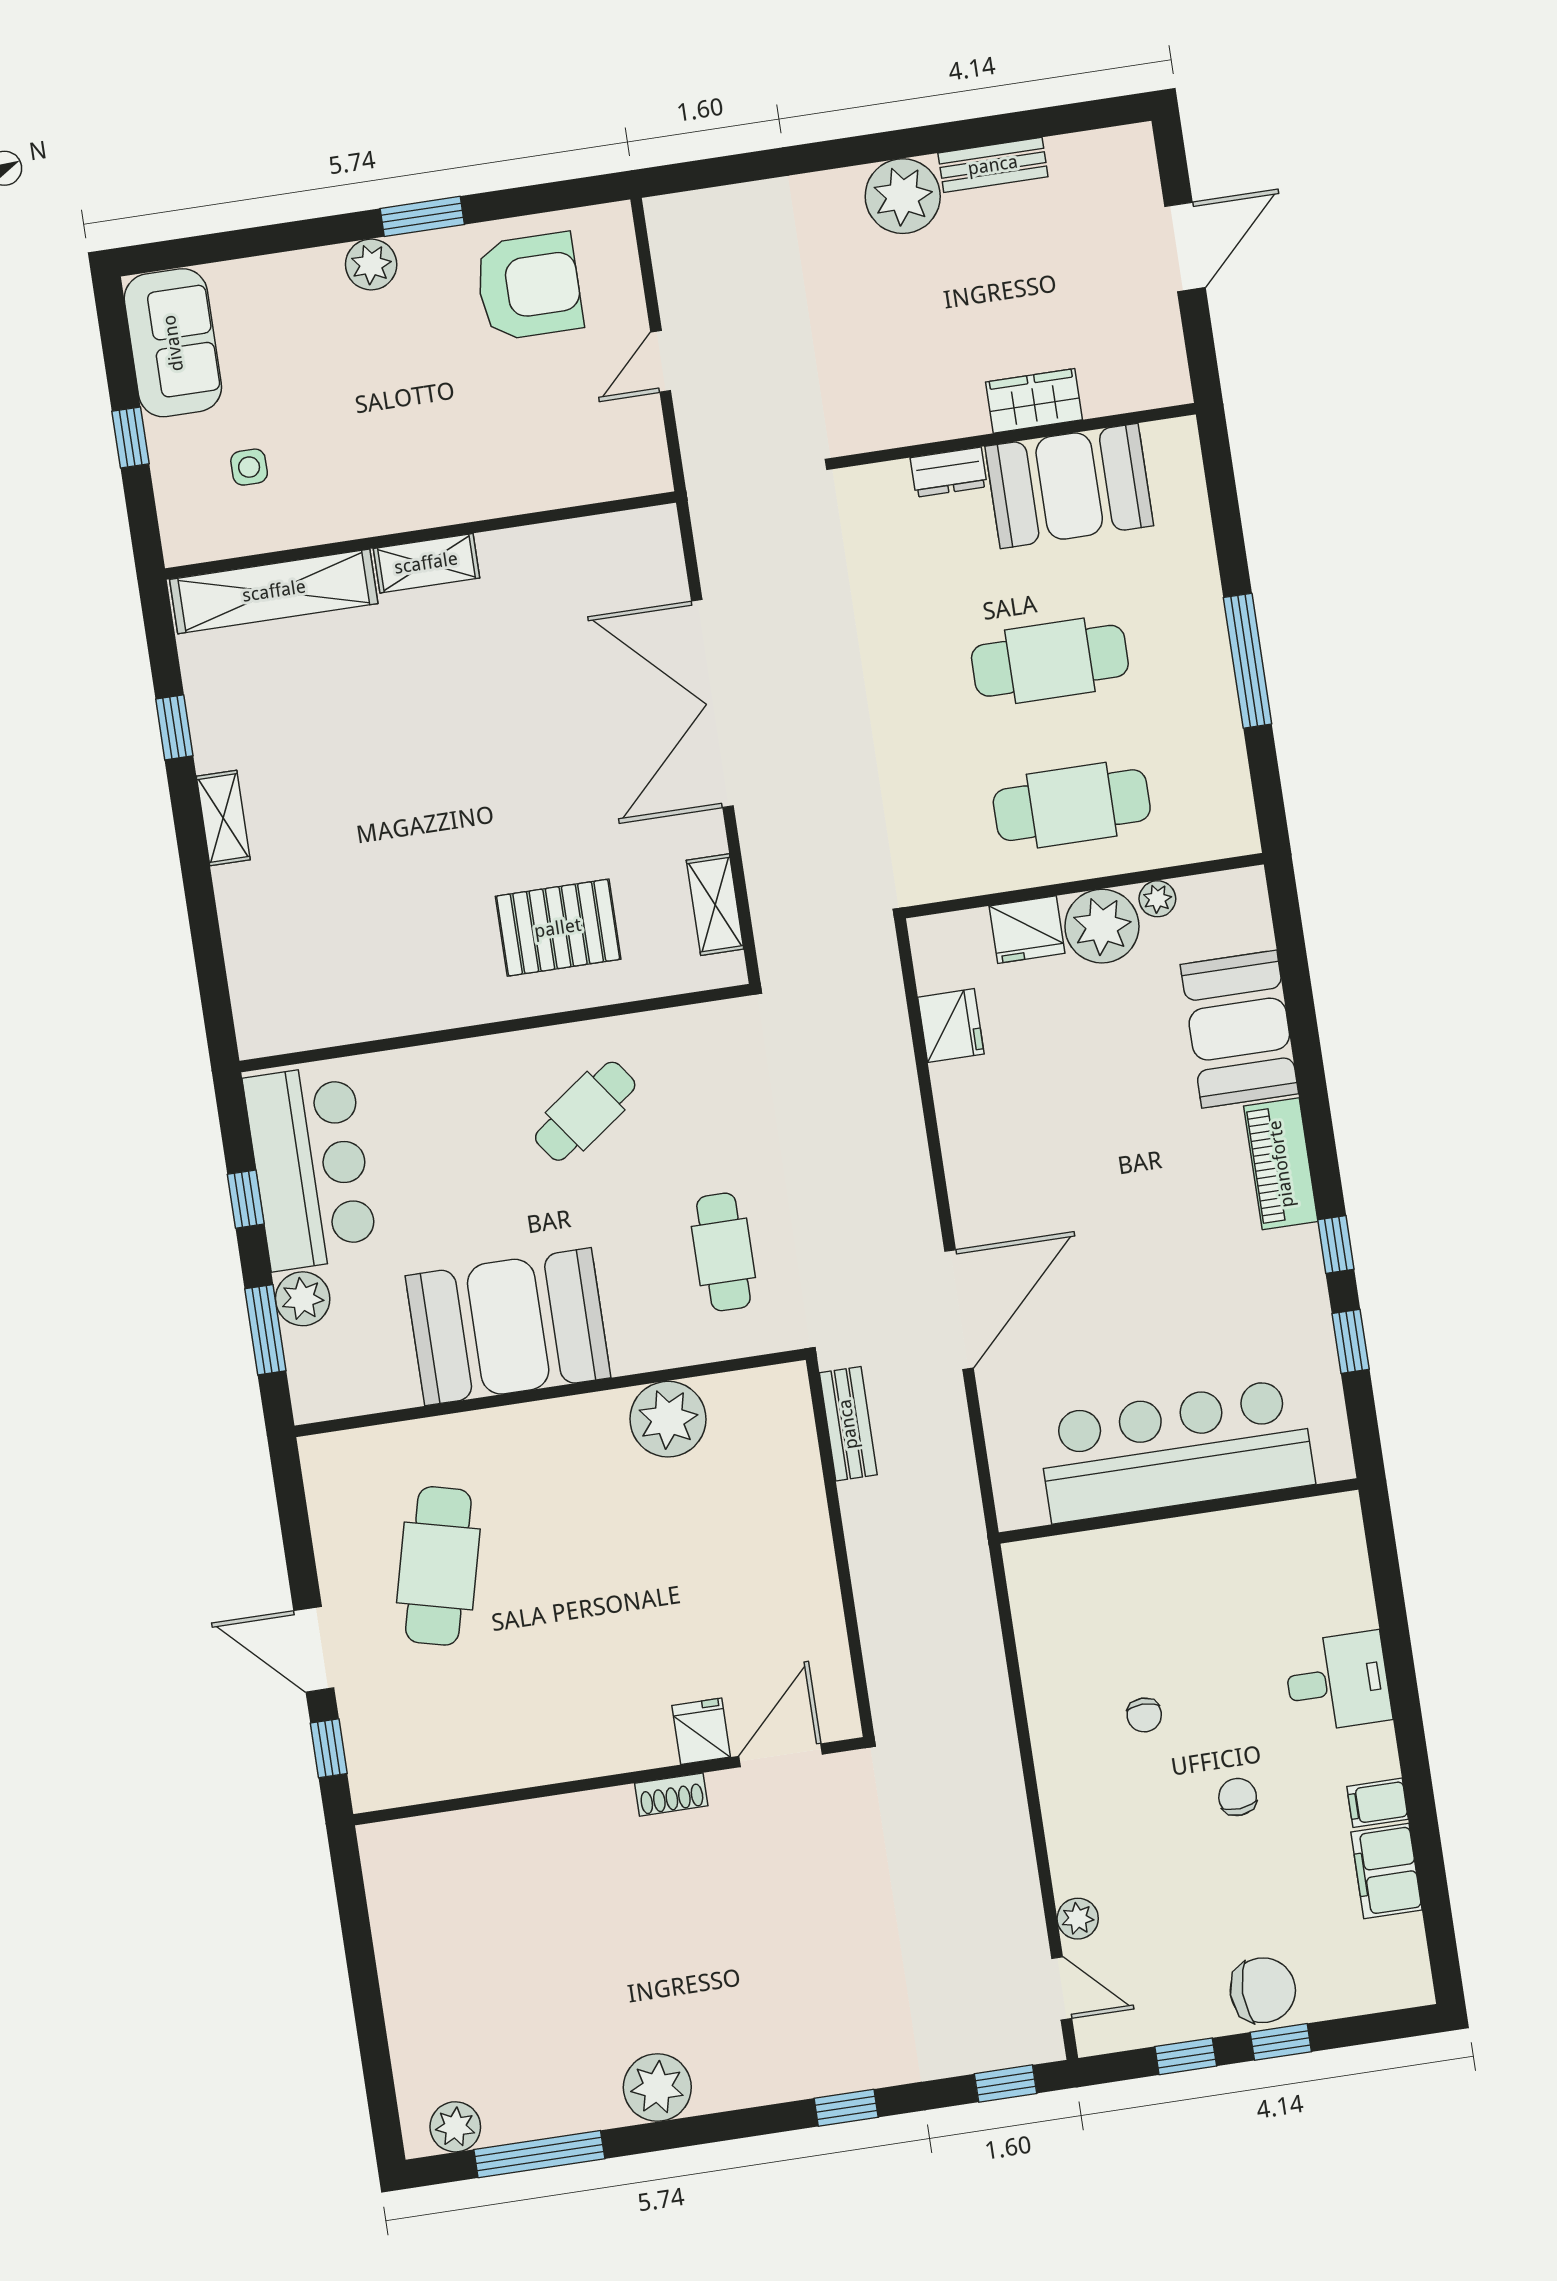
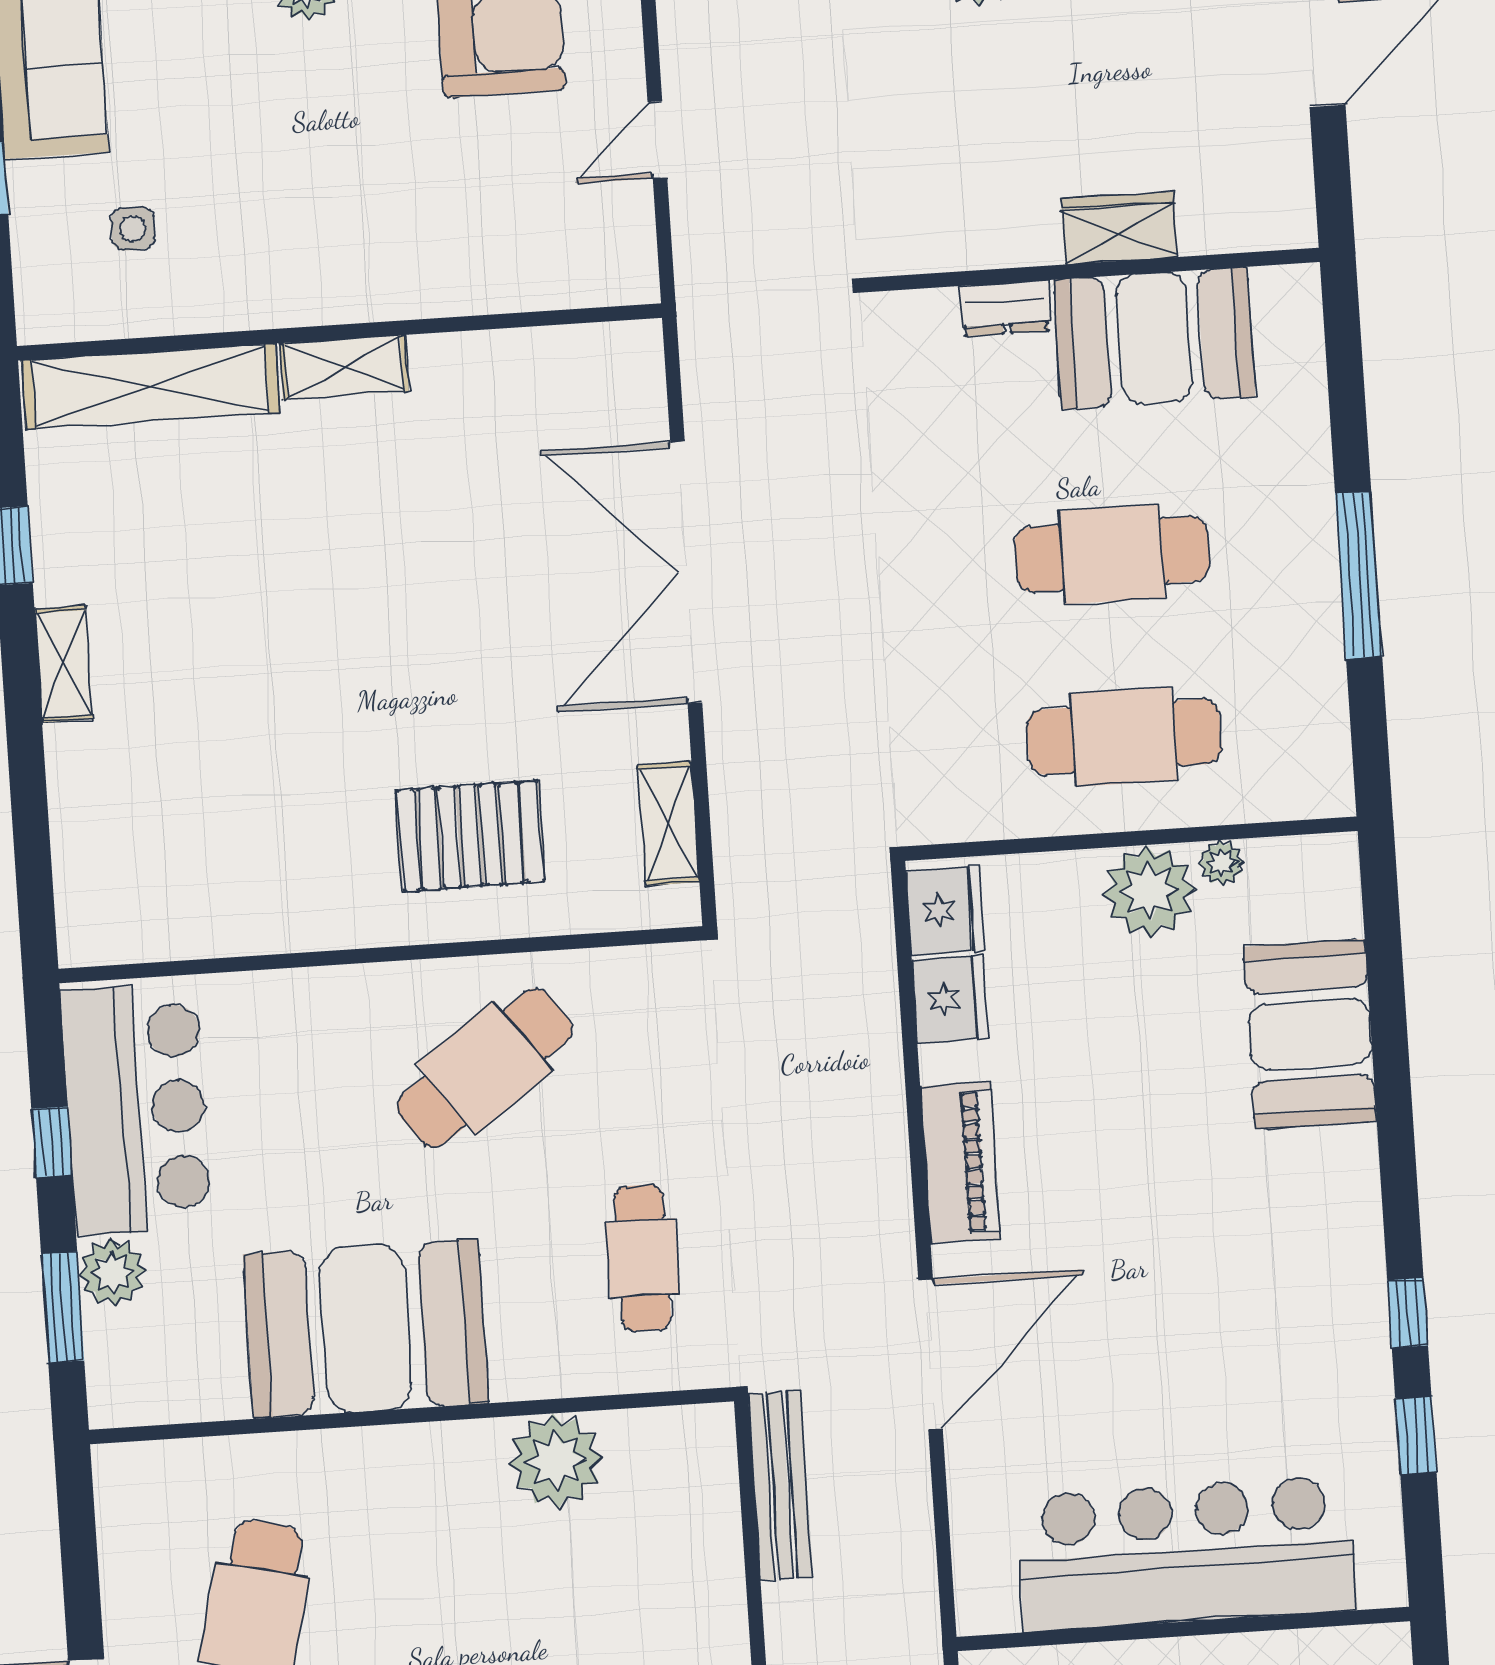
fridge: (1027, 930) -> (945, 911), moved, turned -90
cafe table: (585, 1111) -> (485, 1068), width x1.37, depth x1.35
piano: (1281, 1164) -> (960, 1163), moved, turned 180
bench: (848, 1424) -> (780, 1486), width x1.36

